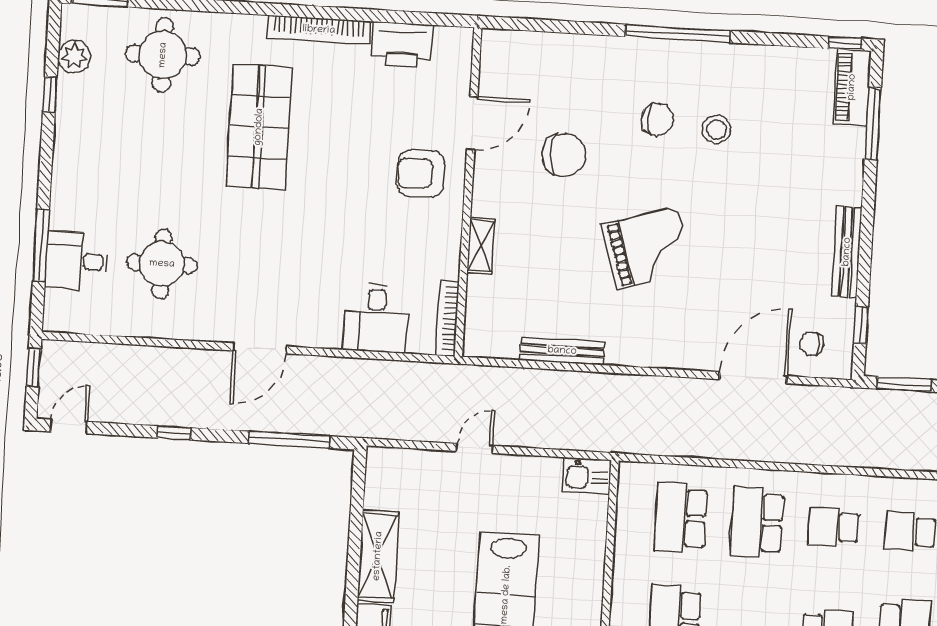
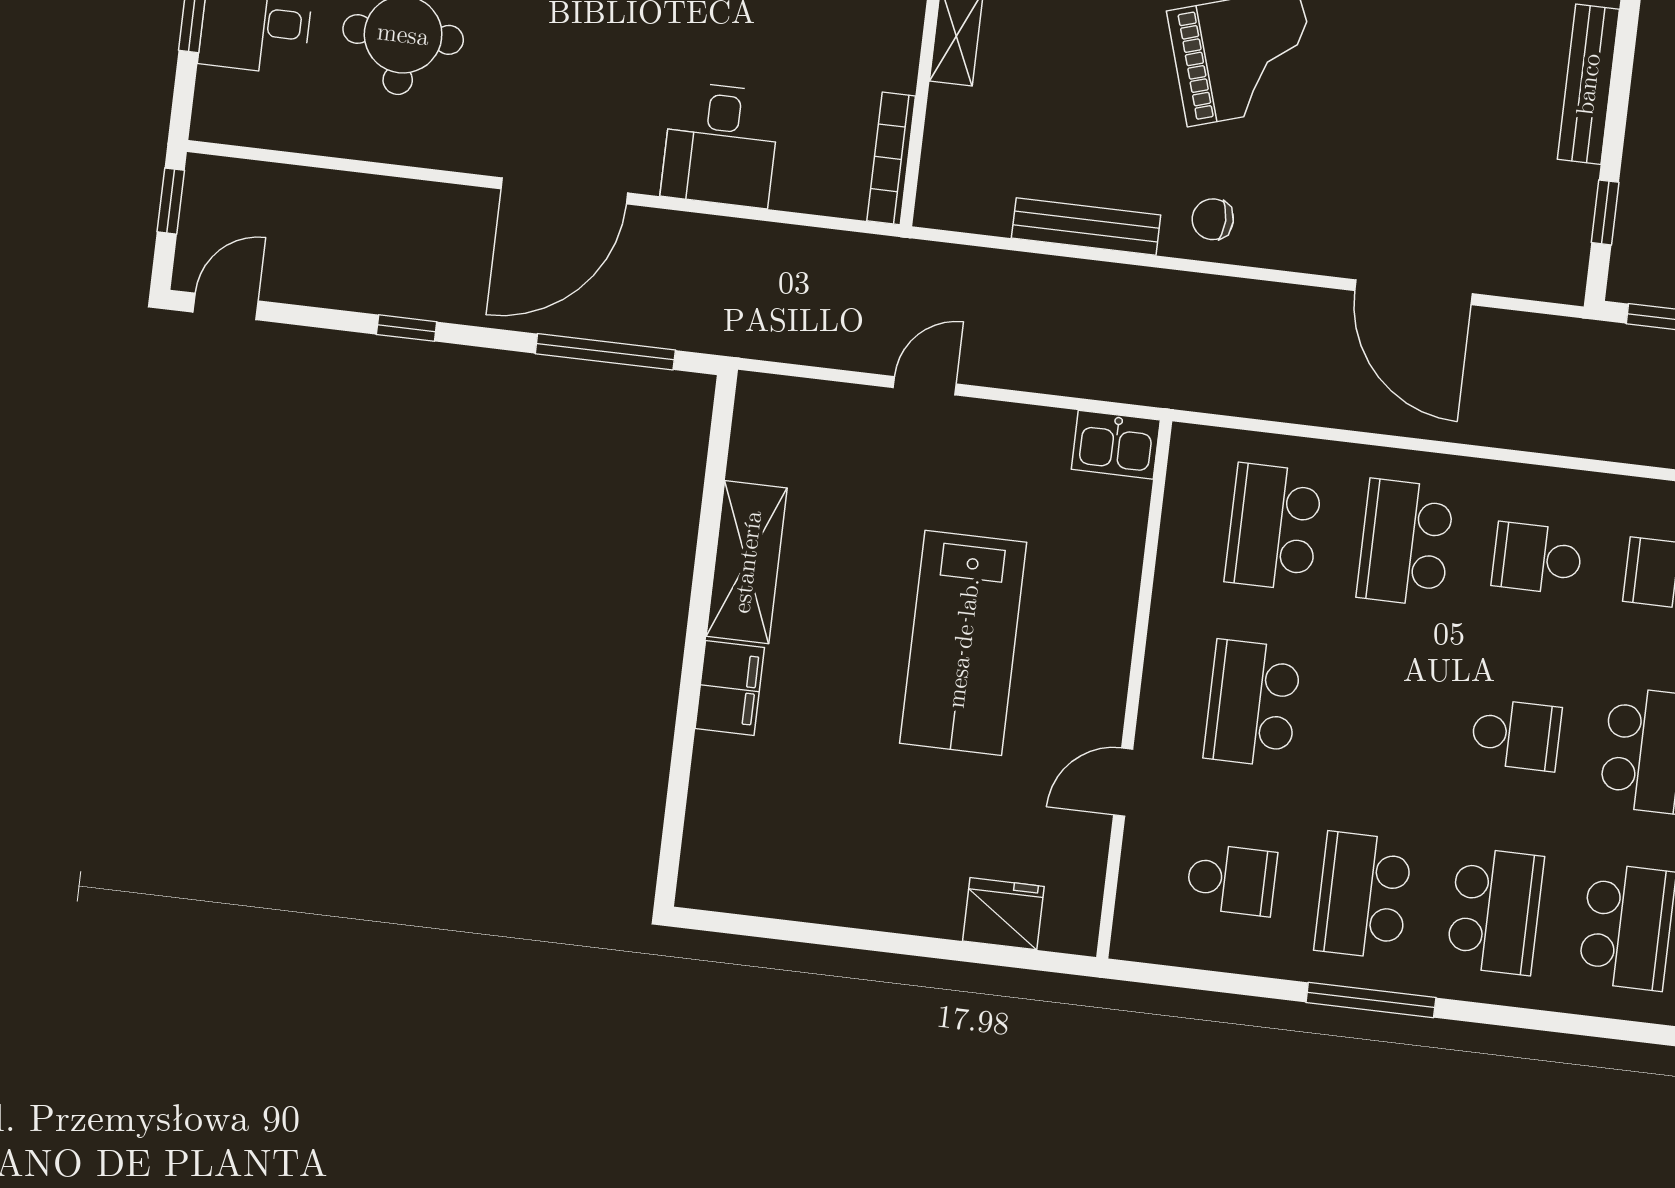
desk: (376, 318) -> (721, 145), moved
chair: (812, 344) -> (1213, 219), moved
door: (260, 348) -> (564, 191), width x1.36
door: (753, 378) -> (1413, 292), swing flipped

